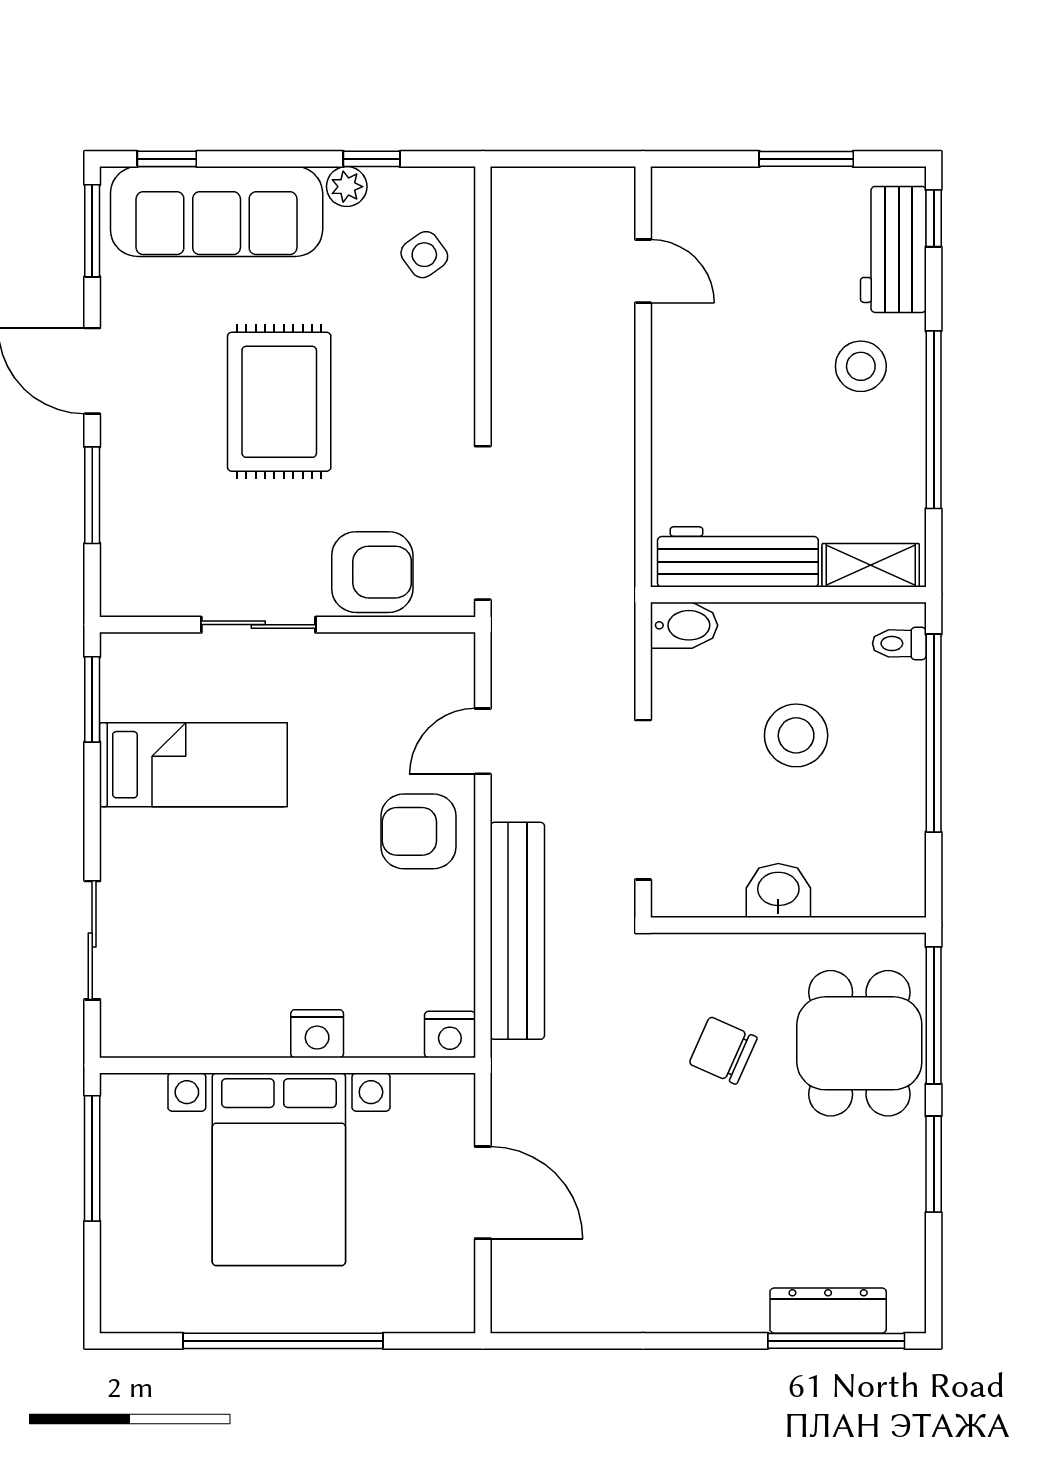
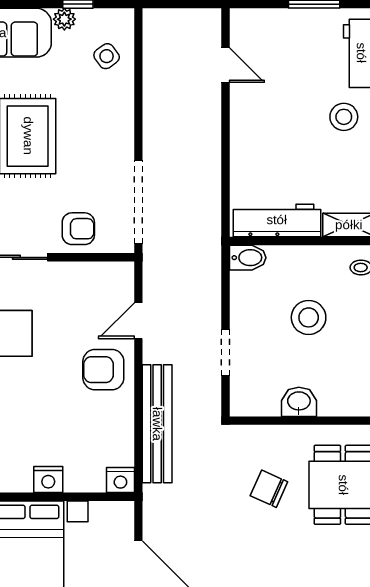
armchair: (372, 572) -> (78, 229), width x0.72, depth x0.72
doorway: (643, 800) -> (225, 352), width x0.53

